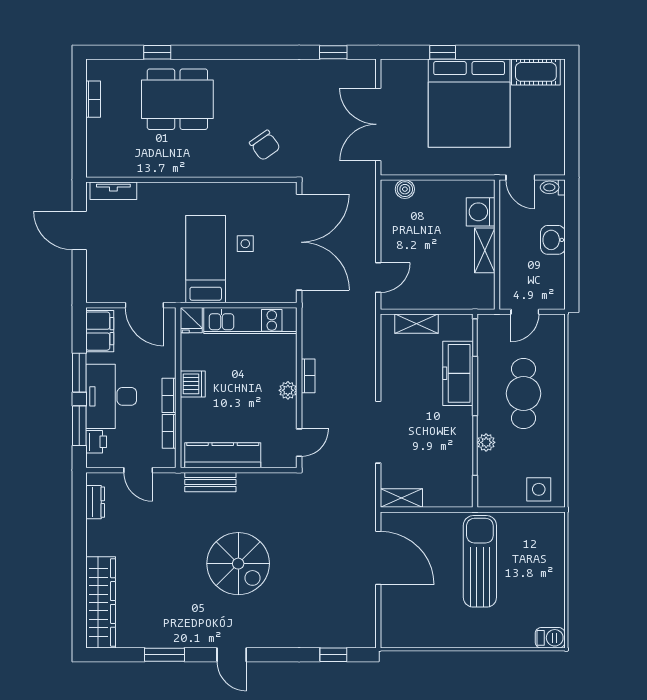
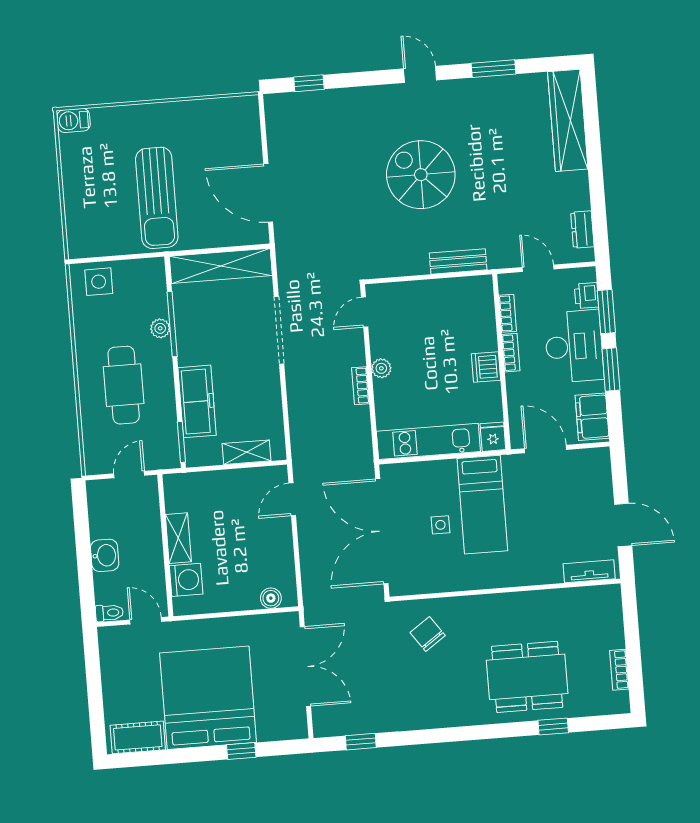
kitchen counter: (223, 455) -> (447, 292), removed
shelving: (401, 498) -> (221, 266), width x2.20, depth x1.33

